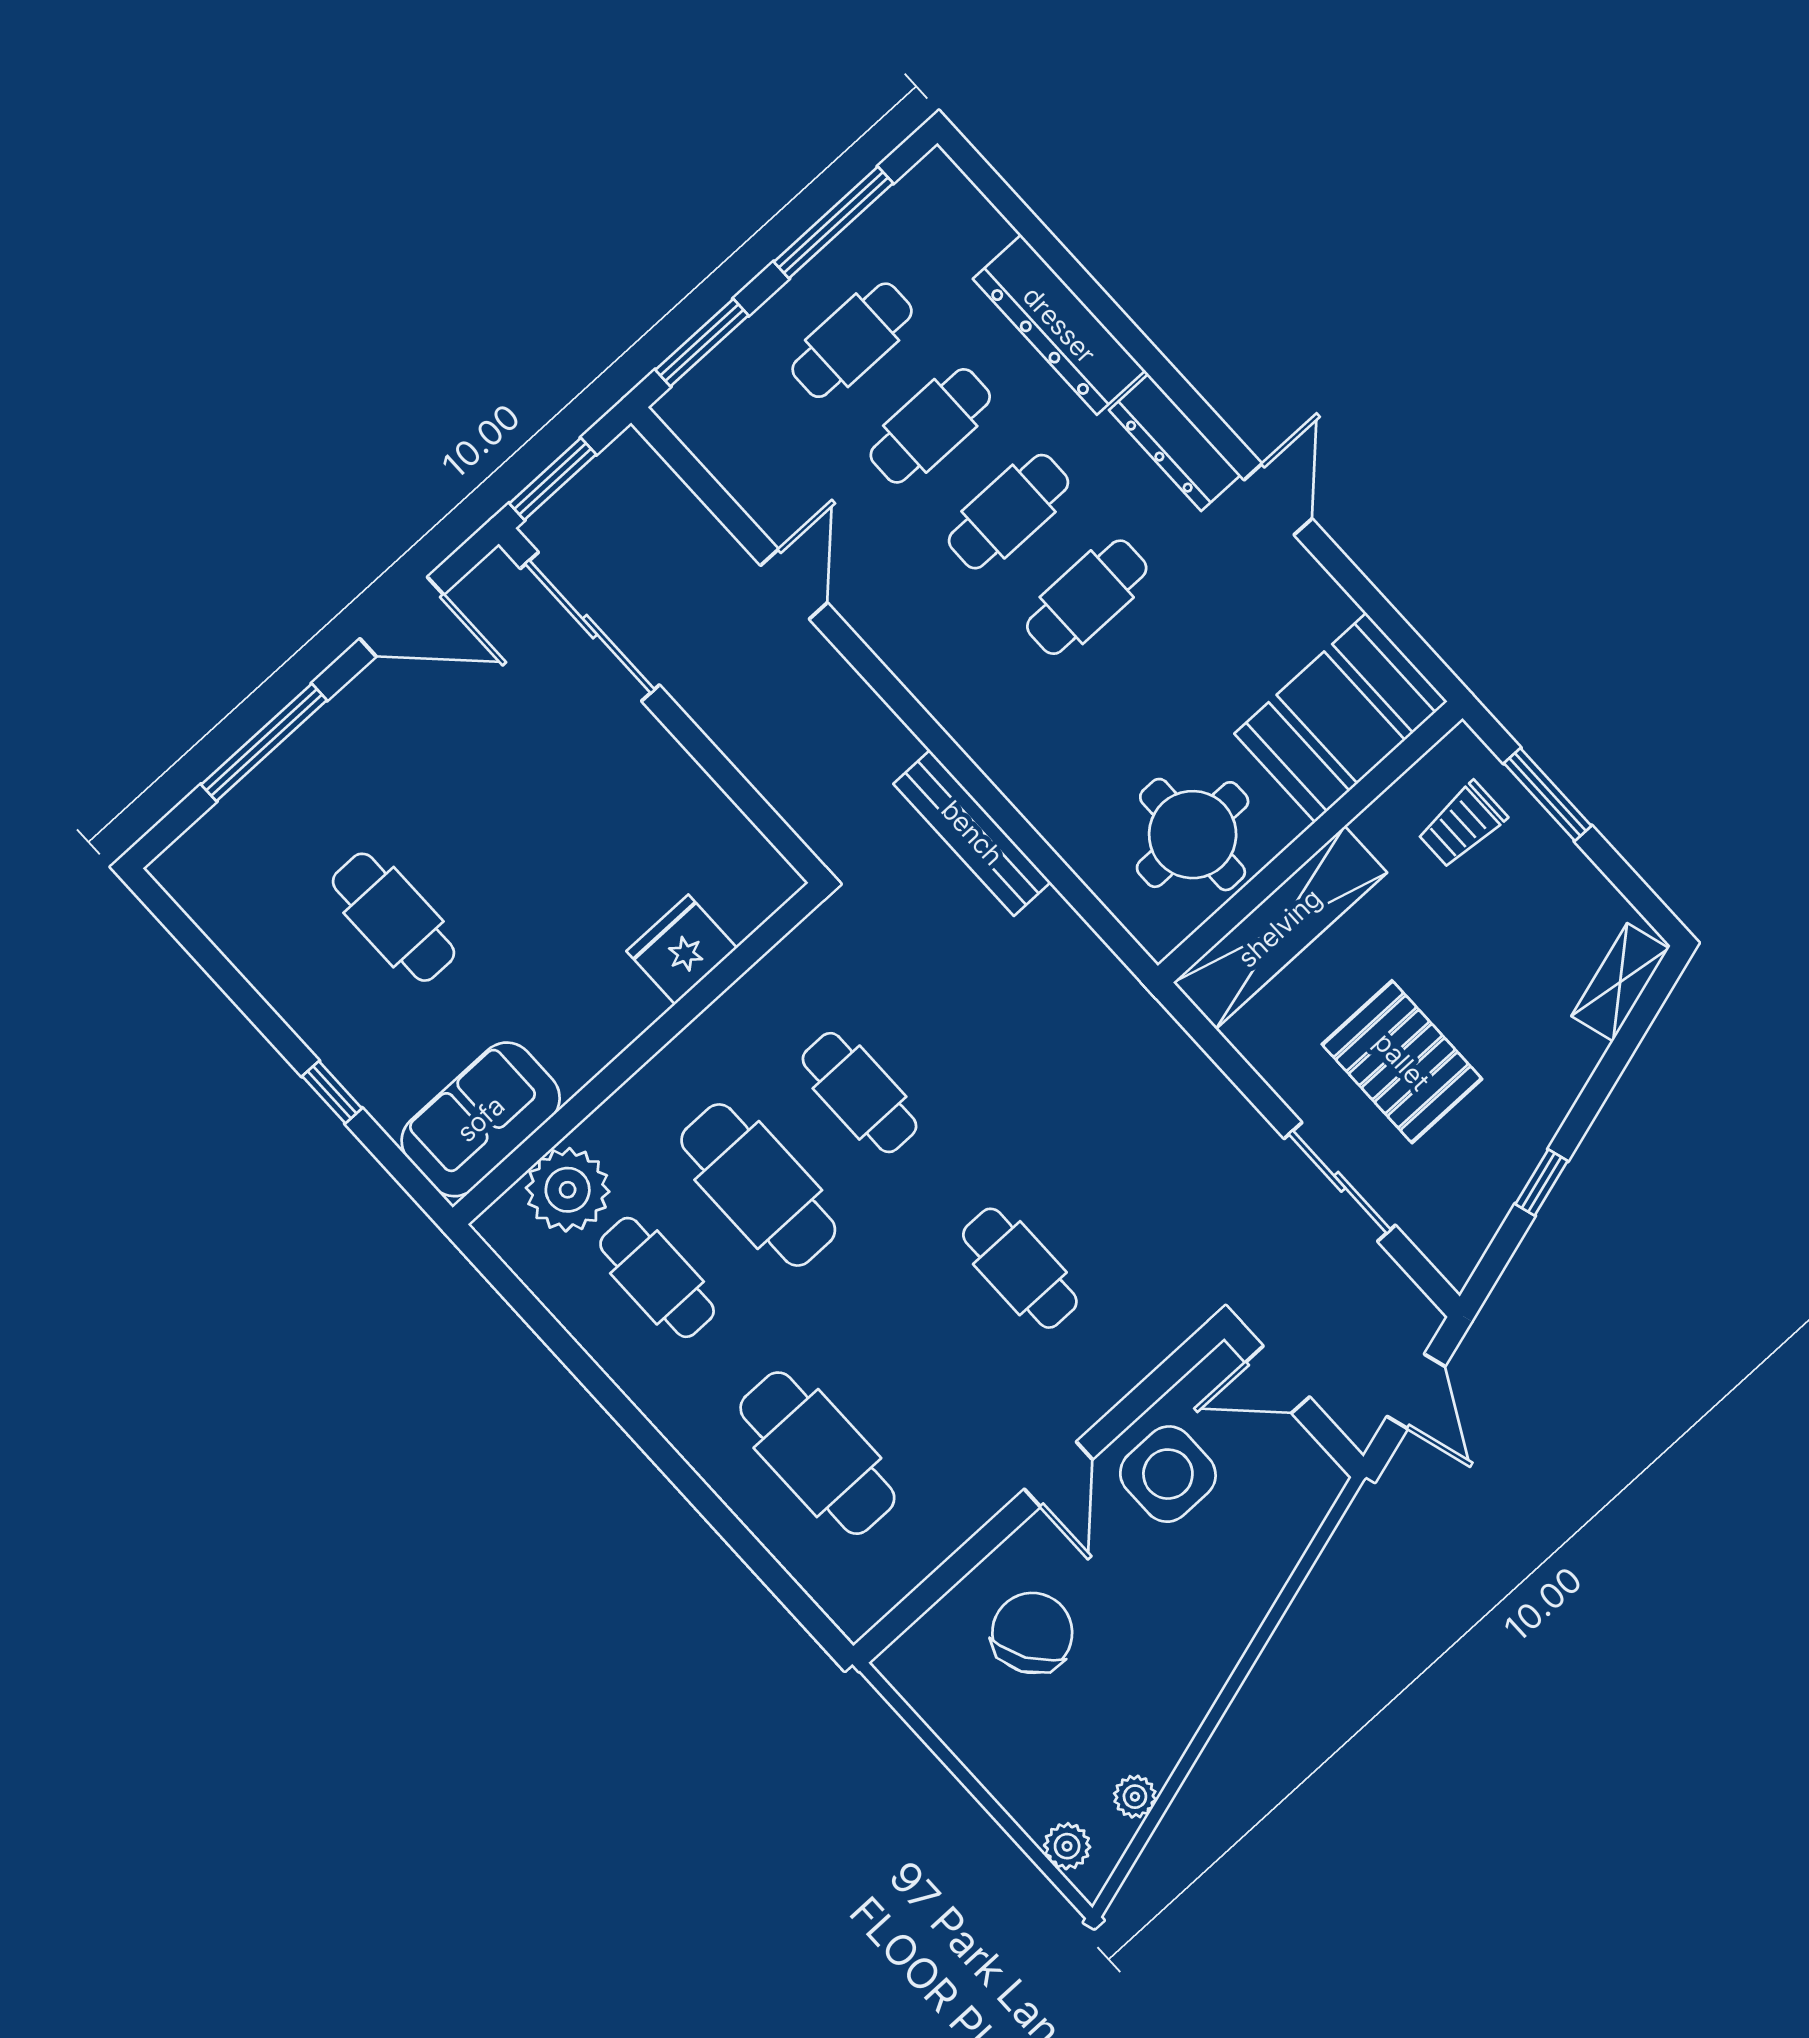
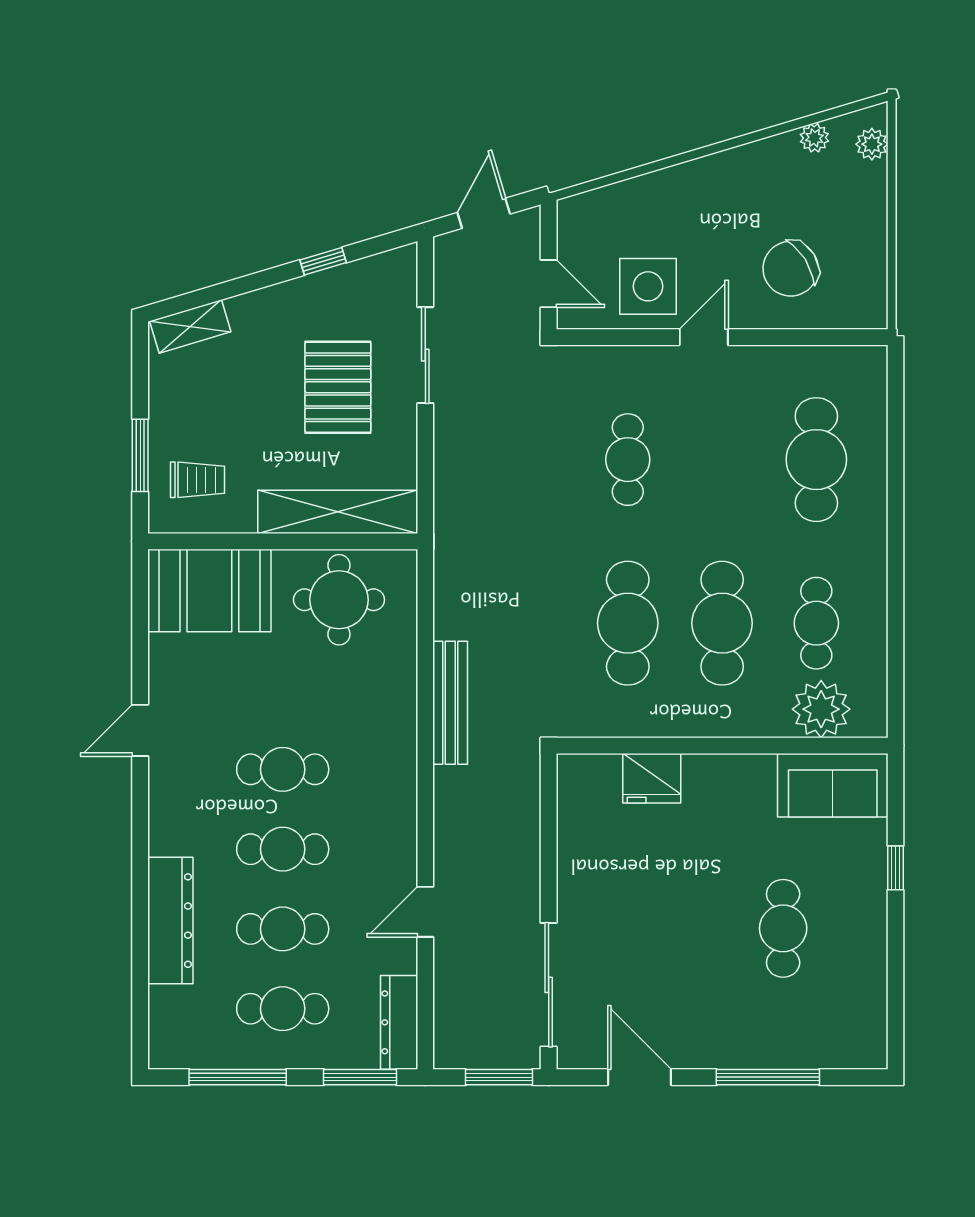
dresser: (1175, 443) -> (399, 1022), moved, turned 180
cafe table: (859, 1093) -> (628, 623), width x1.37, depth x1.35

